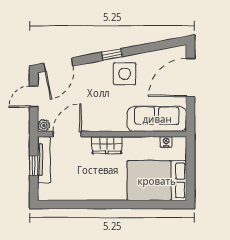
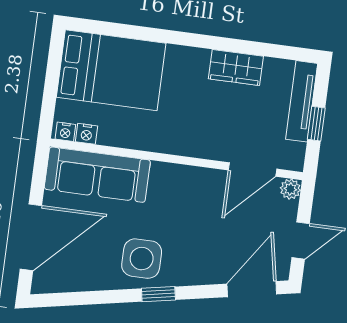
nightstand: (179, 141) -> (65, 132), added
wardrobe: (107, 145) -> (236, 67), moved, turned 180
tv unit: (44, 160) -> (302, 101), moved

